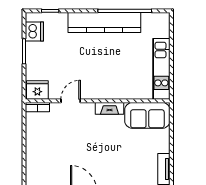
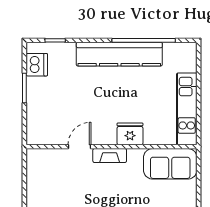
fridge: (37, 90) -> (130, 134), moved
bookcase: (37, 107) -> (40, 154), removed
fireplace: (110, 108) -> (110, 156), moved

